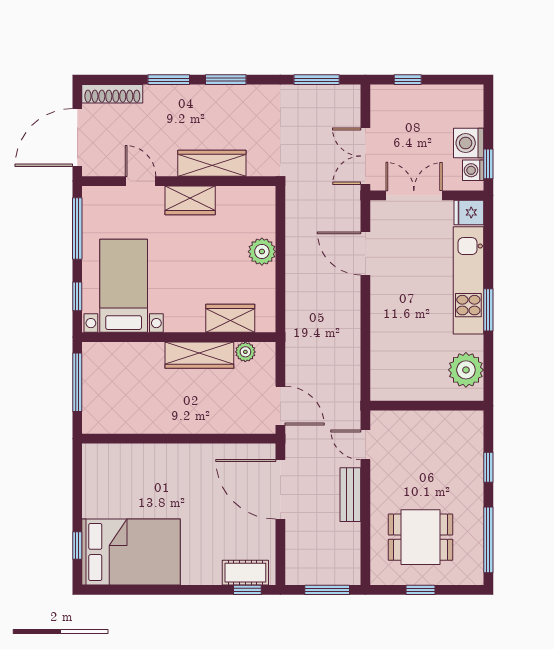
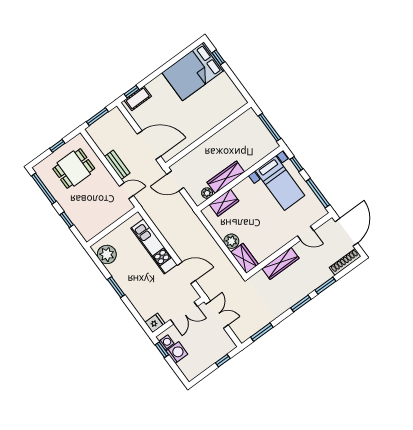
wardrobe: (190, 200) -> (244, 258), moved, turned 90
kitchen unit: (468, 280) -> (154, 246), moved, turned 180

